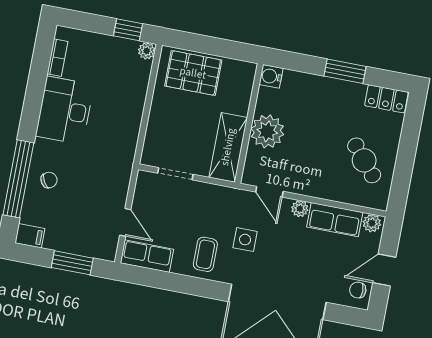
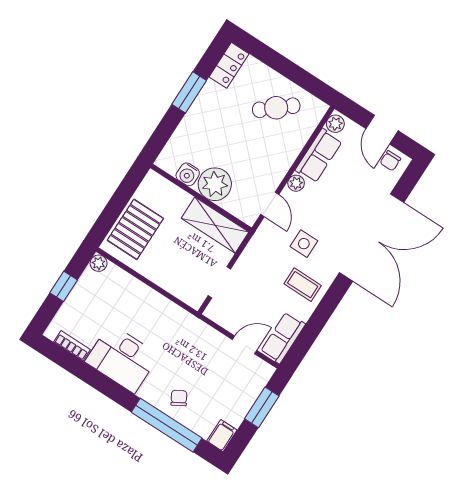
window: (128, 30) -> (64, 286), moved
water cooler: (271, 76) -> (188, 174), moved
door: (269, 192) -> (270, 204), hinge flipped

